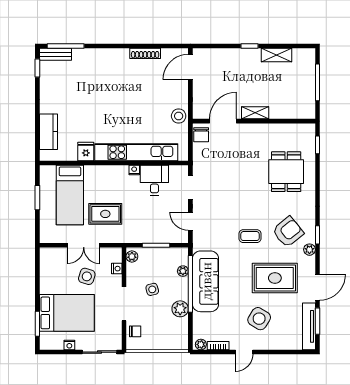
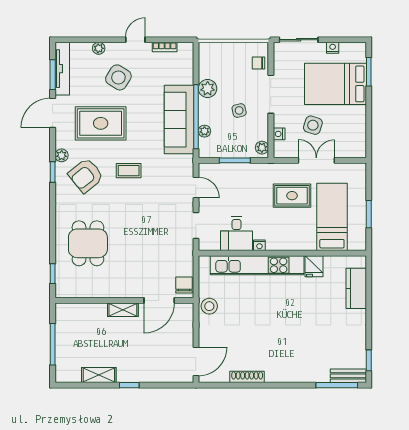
plant: (201, 344) -> (99, 48), moved

